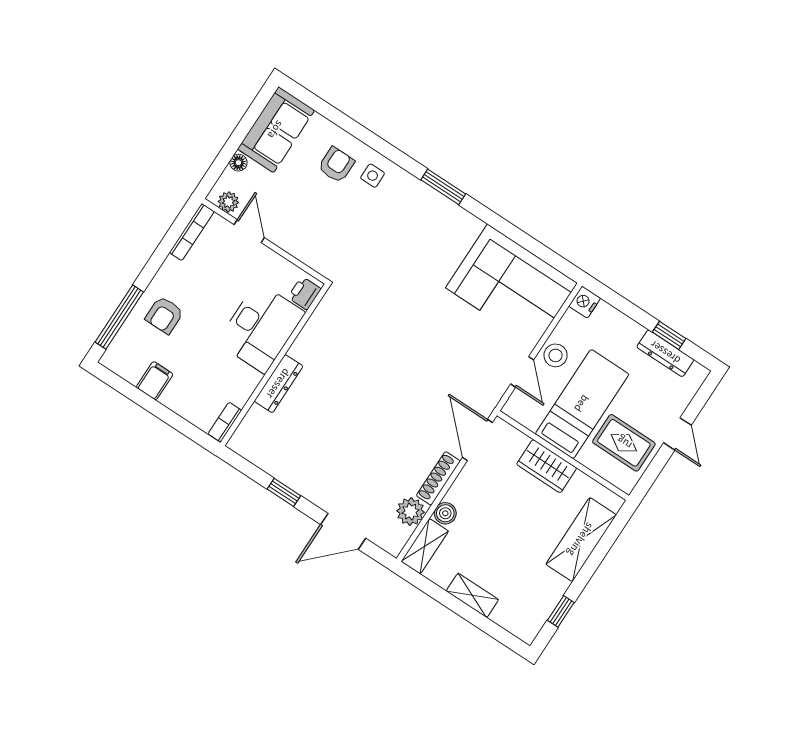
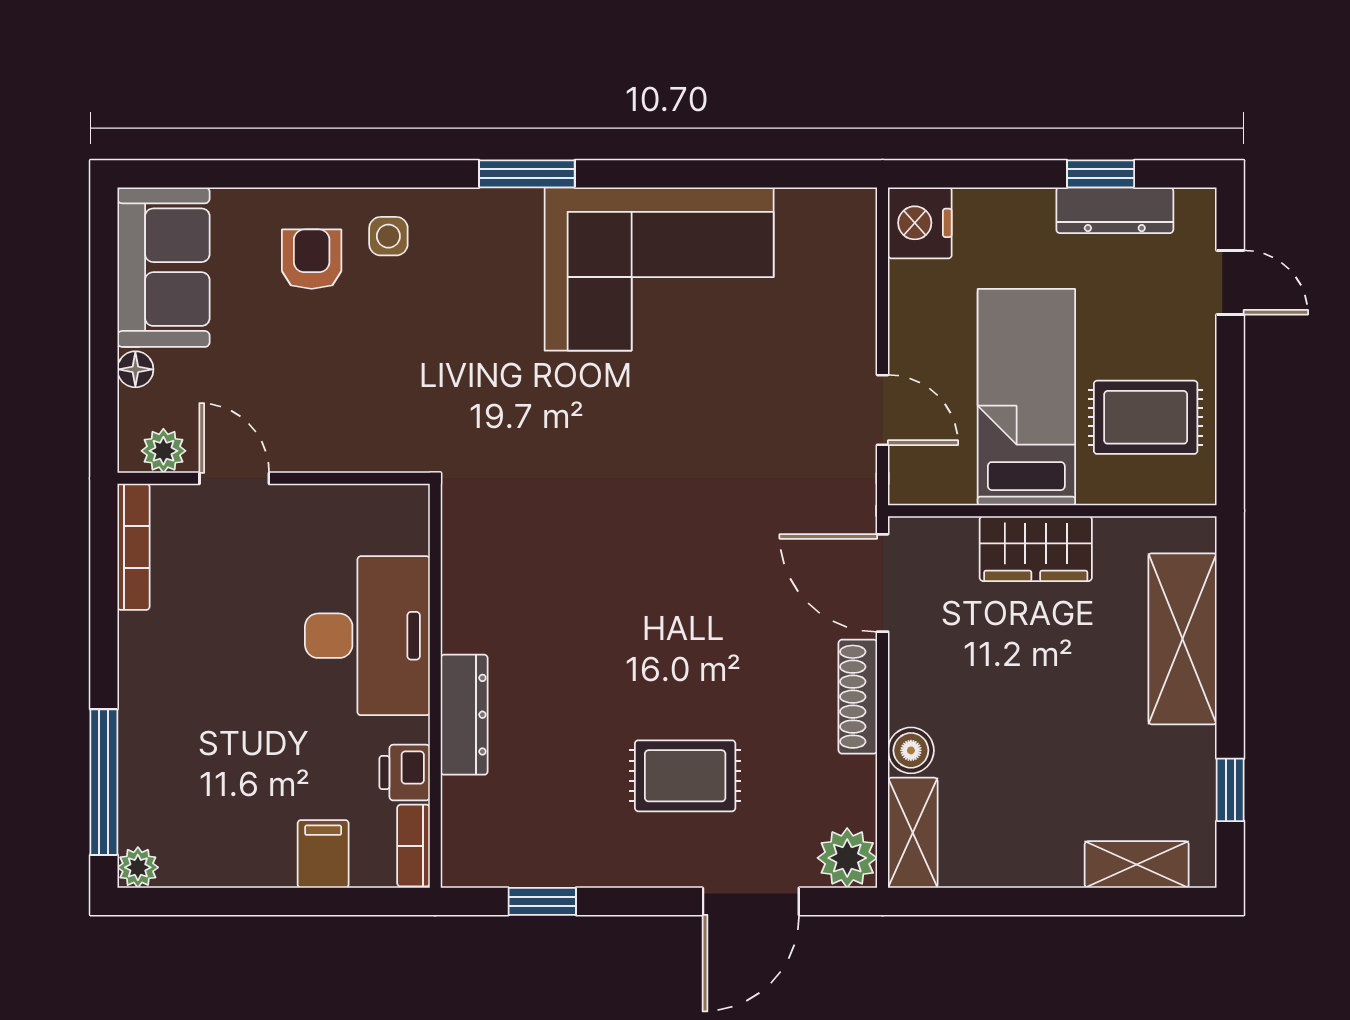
corner sofa: (511, 285) -> (659, 269), moved
printer: (304, 293) -> (405, 773), moved
nightstand: (585, 302) -> (920, 223), width x1.36, depth x1.33
armchair: (164, 315) -> (182, 726), removed
stool: (556, 355) -> (923, 342), removed
plant: (111, 359) -> (138, 867), added
filing cabinet: (155, 381) -> (323, 854), moved
door: (677, 434) -> (1230, 282), moved
rug: (350, 465) -> (685, 776), added
window: (284, 492) -> (542, 901), moved
plant: (411, 512) -> (847, 858), moved
shelving: (472, 595) -> (1137, 865), moved

